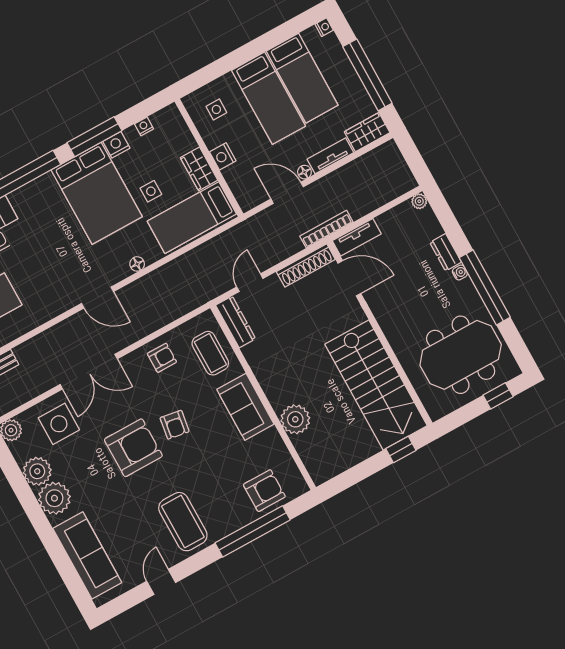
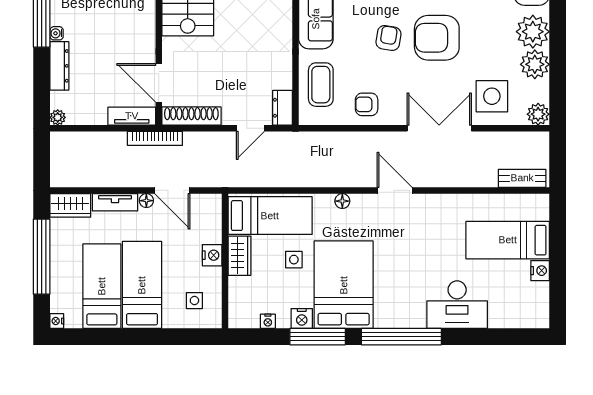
dresser: (446, 252) -> (59, 66), width x1.44
dresser: (236, 322) -> (283, 108), width x0.70

